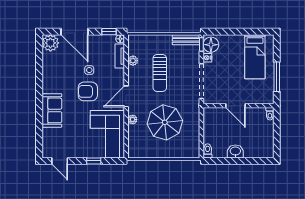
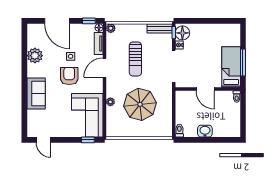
plant: (50, 43) -> (35, 56), moved
bed: (255, 57) -> (231, 67), moved, turned 180
plant: (133, 61) -> (111, 28), moved
armchair: (88, 91) -> (69, 76), turned 90
door: (126, 96) -> (104, 68), moved
window: (94, 161) -> (88, 140), moved

